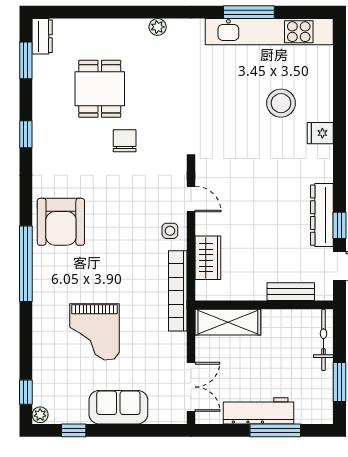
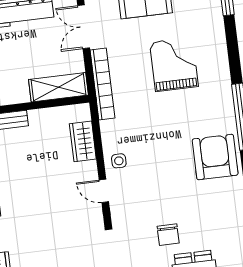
bookcase: (178, 291) -> (103, 84), moved

